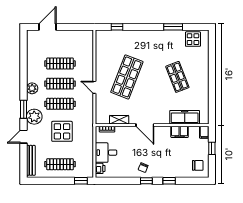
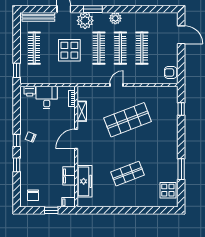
armchair: (83, 37) -> (171, 73), added
shop shelf: (127, 77) -> (128, 120), turned -42

